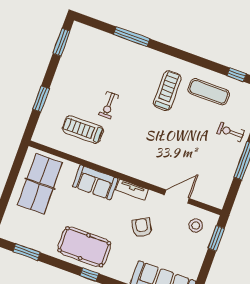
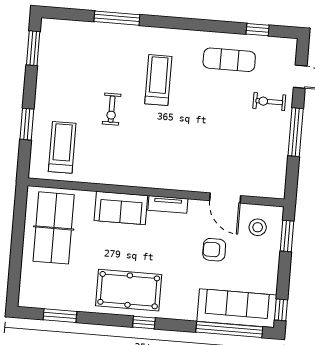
treadmill: (167, 91) -> (158, 80), moved
treadmill: (83, 130) -> (62, 147), moved, turned 90
door: (177, 197) -> (225, 198), swing flipped
armchair: (142, 228) -> (214, 250), moved, turned -61

